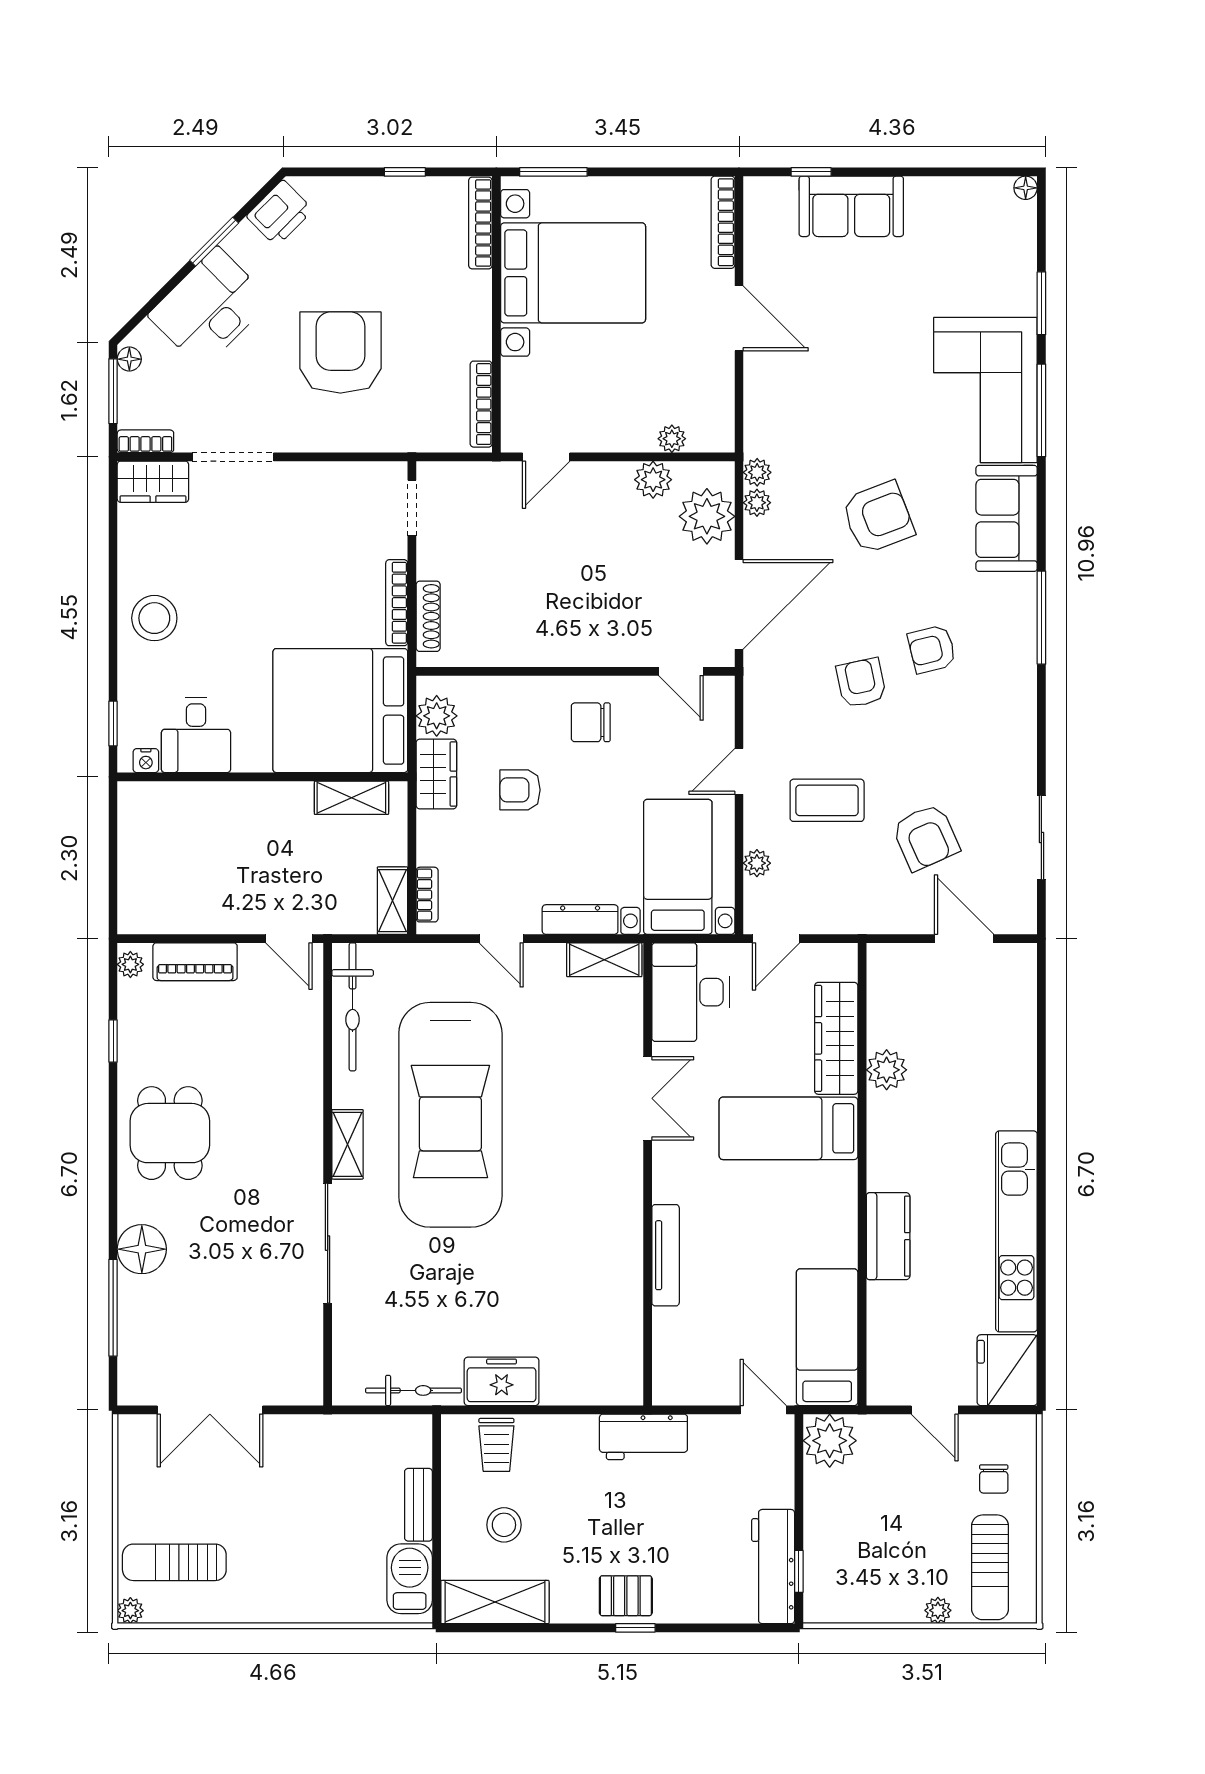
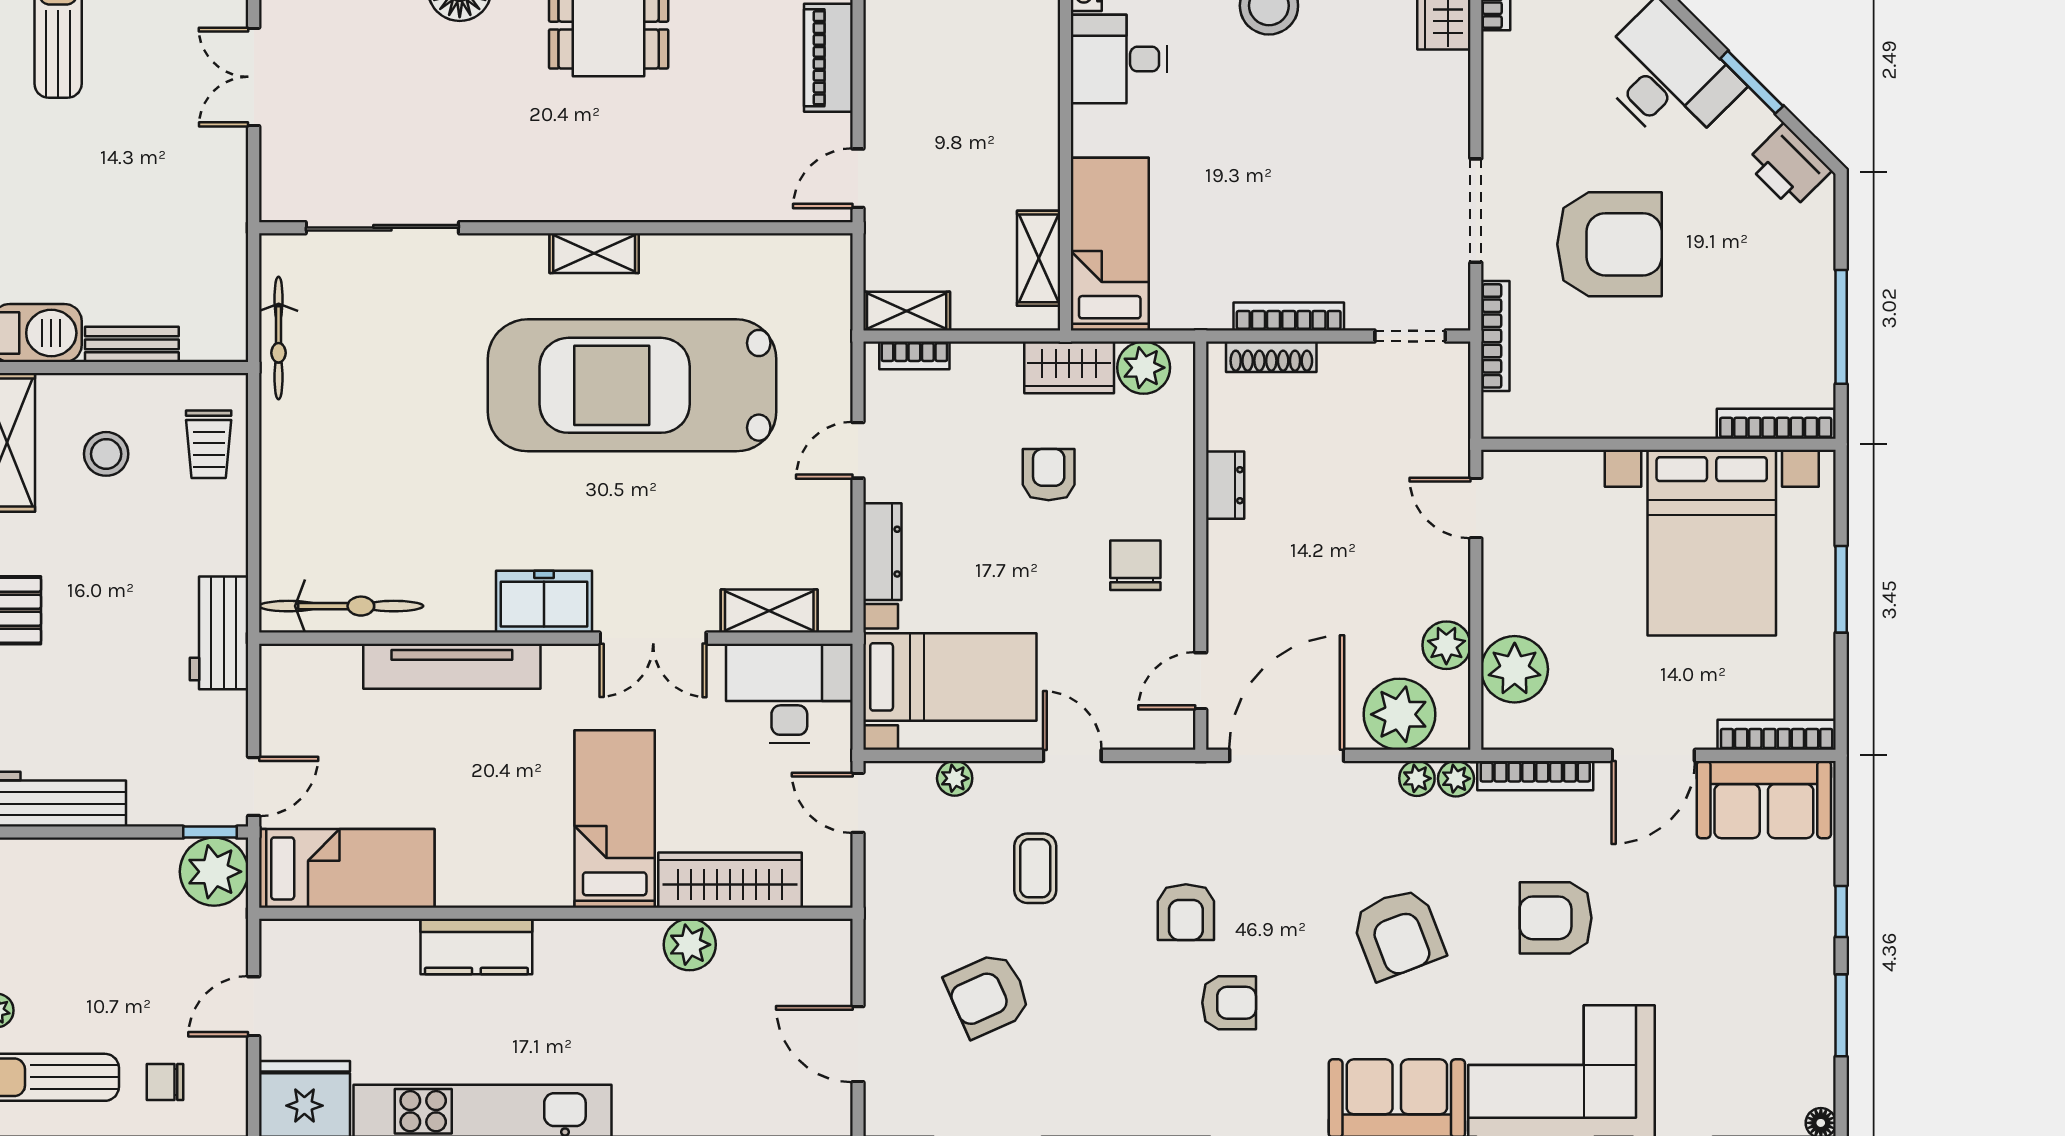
window: (405, 172) -> (1841, 327), width x2.17
window: (553, 172) -> (1841, 589), moved
window: (811, 172) -> (1841, 911), moved
window: (942, 172) -> (1841, 1015), added
sofa: (851, 206) -> (1764, 800), moved, turned -90
armchair: (866, 395) -> (1556, 918), added
bookcase: (481, 404) -> (1495, 336), moved, turned 90
bookcase: (755, 410) -> (1535, 776), added
plant: (672, 439) -> (1515, 669), width x1.88, depth x1.88
doorway: (233, 457) -> (1476, 211), moved
door: (739, 604) -> (1287, 755), swing flipped
armchair: (932, 649) -> (1229, 1003), turned 104
dresser: (528, 652) -> (1225, 485), added
armchair: (861, 683) -> (1186, 912), turned 102
bed: (340, 711) -> (1110, 244), width x0.49
coffee table: (827, 800) -> (1035, 868), width x0.73, depth x0.77
door: (964, 939) -> (858, 1044), swing flipped
shelving: (604, 960) -> (769, 611), moved, turned 90
bicycle: (353, 1007) -> (341, 606), moved, turned 180
sliding door: (328, 1243) -> (382, 228), moved
tv unit: (666, 1255) -> (452, 666), width x1.36, depth x1.29
freezer: (502, 1381) -> (544, 602), moved, turned -90
double door: (210, 1410) -> (254, 77), width x0.73
trolley: (496, 1445) -> (209, 444), turned -90
window: (799, 1571) -> (210, 832), moved

